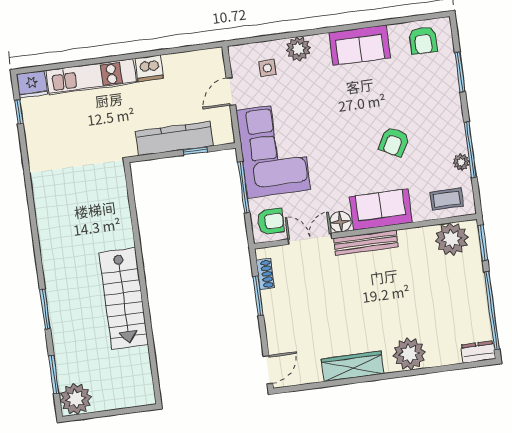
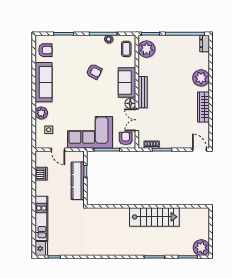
sofa: (360, 45) -> (43, 82), width x1.36
dishwasher: (149, 68) -> (41, 174), moved

